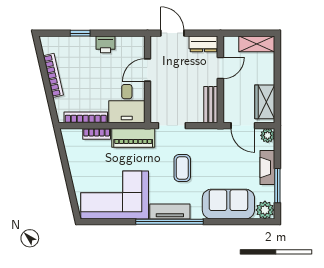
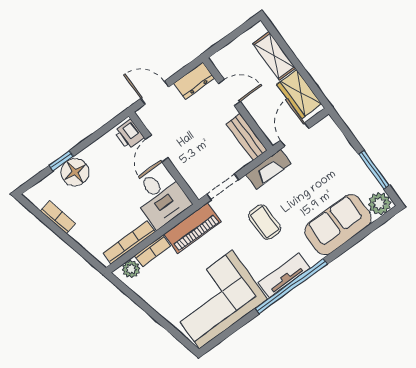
printer: (105, 44) -> (129, 134), moved, turned 90
shelving: (257, 44) -> (274, 56), moved, turned 90
floor lamp: (84, 47) -> (75, 172), added
door: (220, 68) -> (229, 93), hinge flipped
bookcase: (53, 75) -> (58, 217), width x0.64
door: (243, 126) -> (295, 134), swing flipped
plant: (268, 135) -> (131, 269), moved
fireplace: (267, 168) -> (268, 169), moved, turned -90

